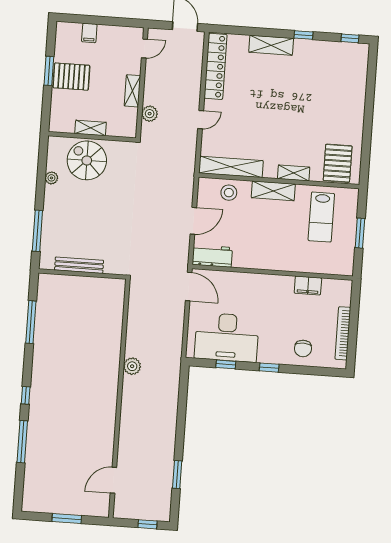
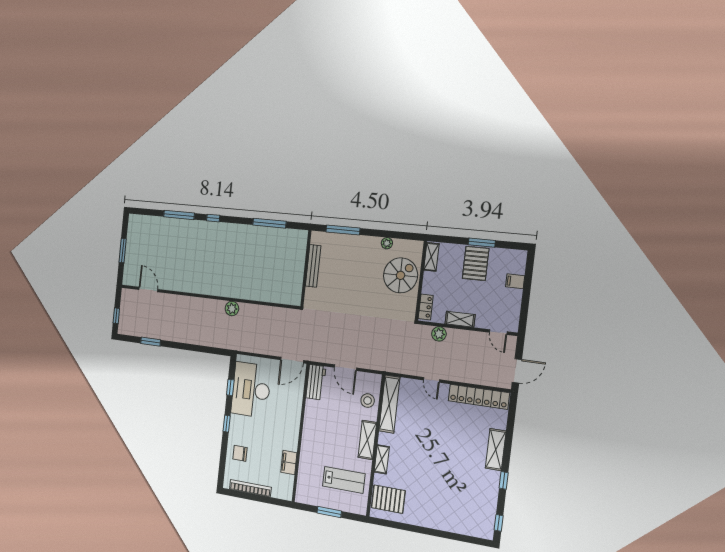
shelving: (91, 128) -> (431, 257), moved
locker: (121, 130) -> (426, 307), added
lab bench: (321, 217) -> (344, 480), turned 180

